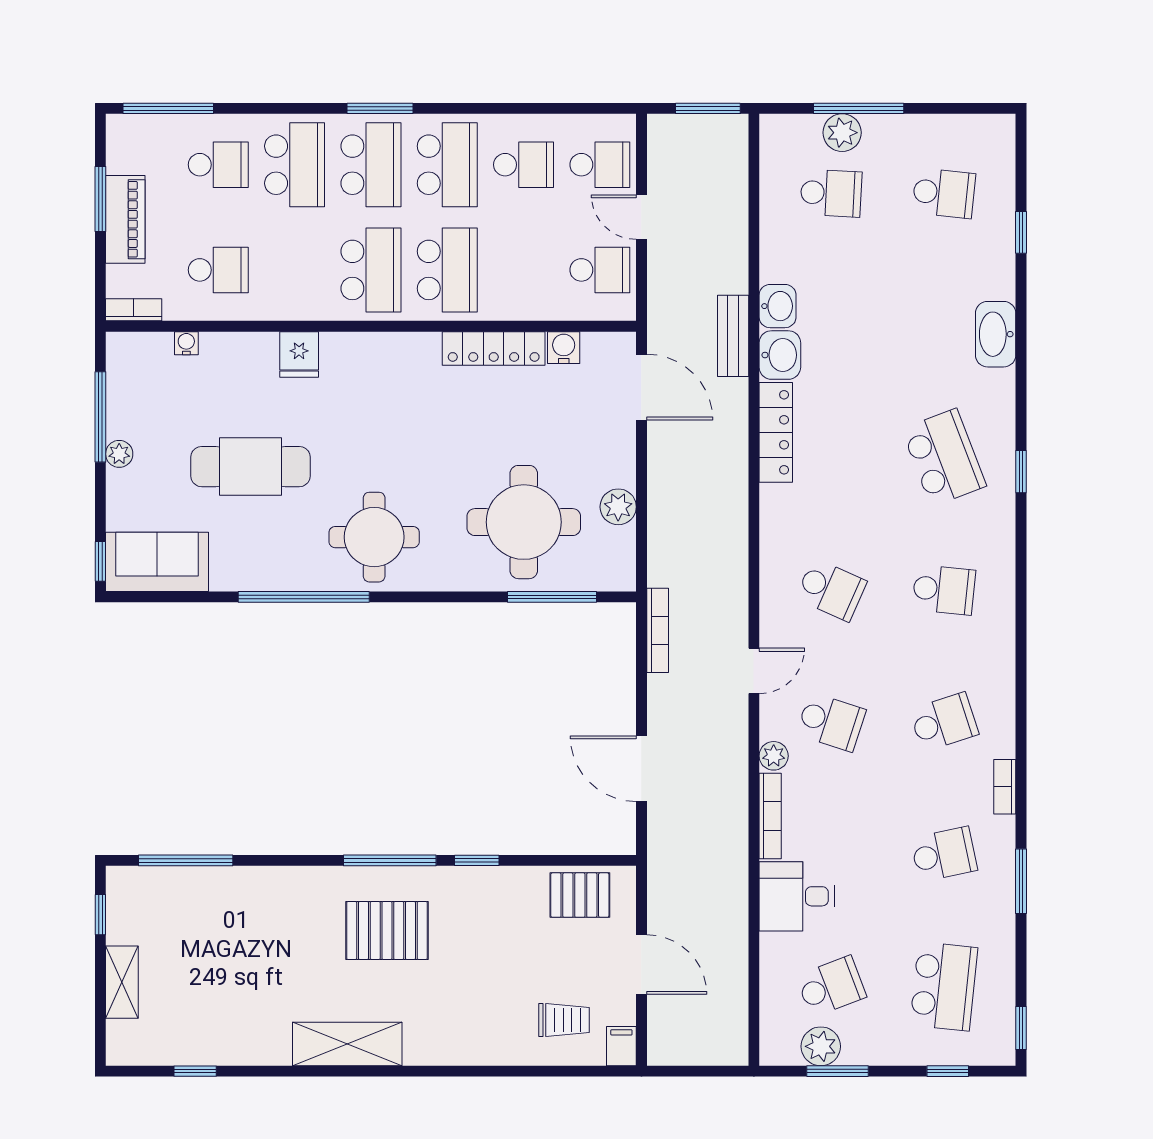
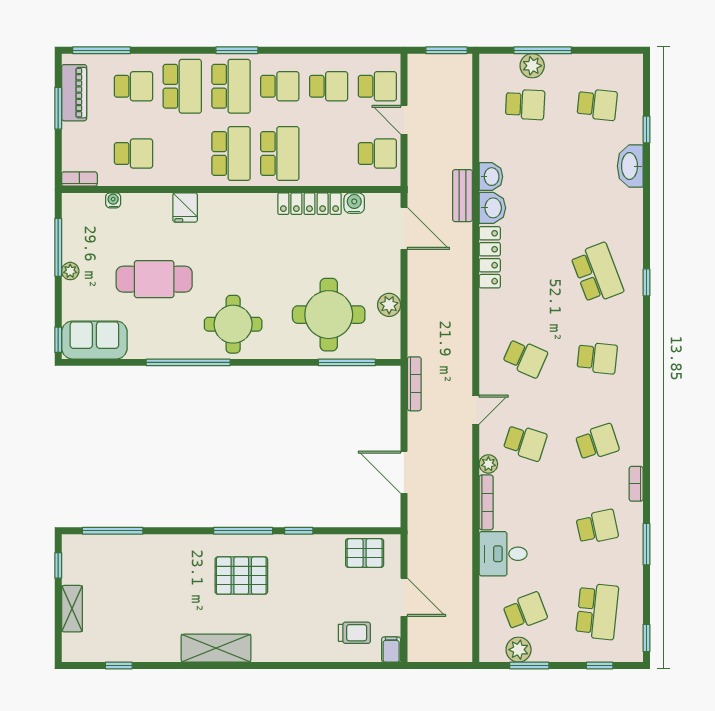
school desk: (447, 165) -> (280, 86), width x0.54
piano: (125, 219) -> (74, 93), moved
washbasin: (996, 334) -> (630, 166), moved

